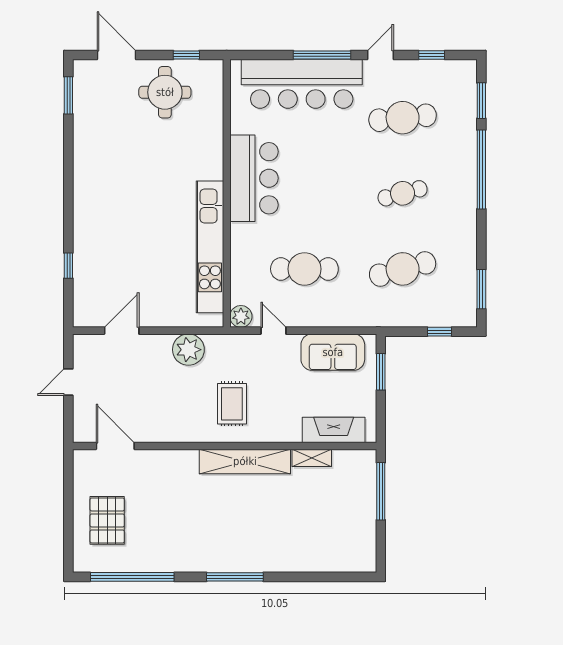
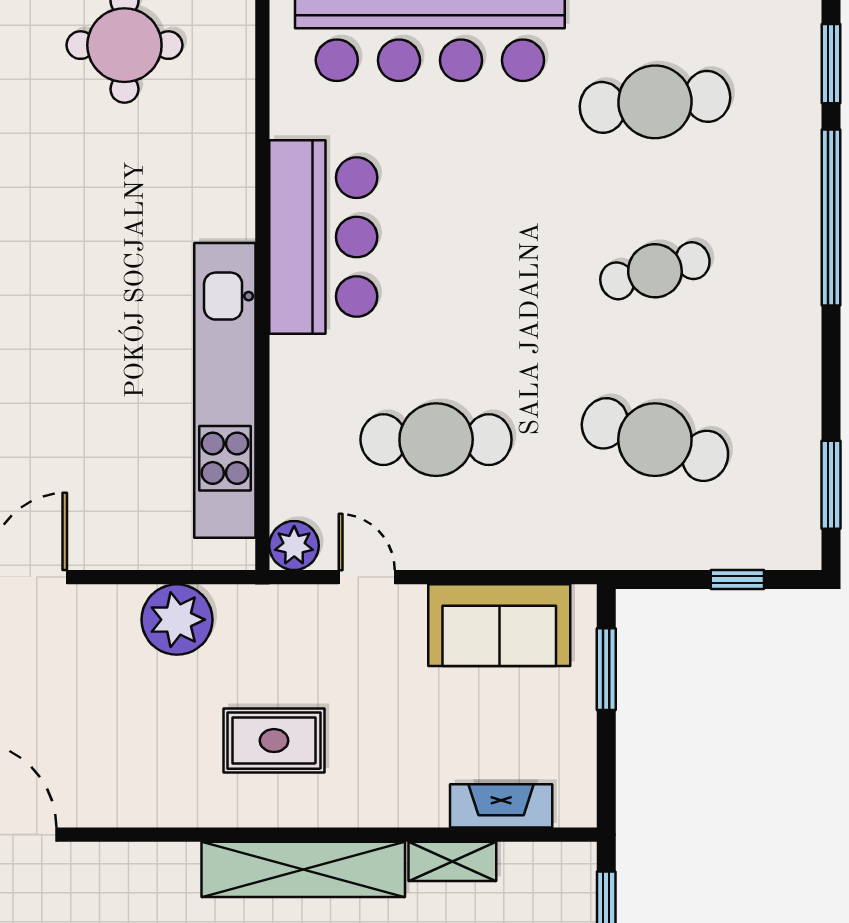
cafe table: (403, 269) -> (655, 440), turned 33
rug: (232, 404) -> (274, 741), turned 90
fireplace: (334, 430) -> (501, 806), width x0.73, depth x0.76

